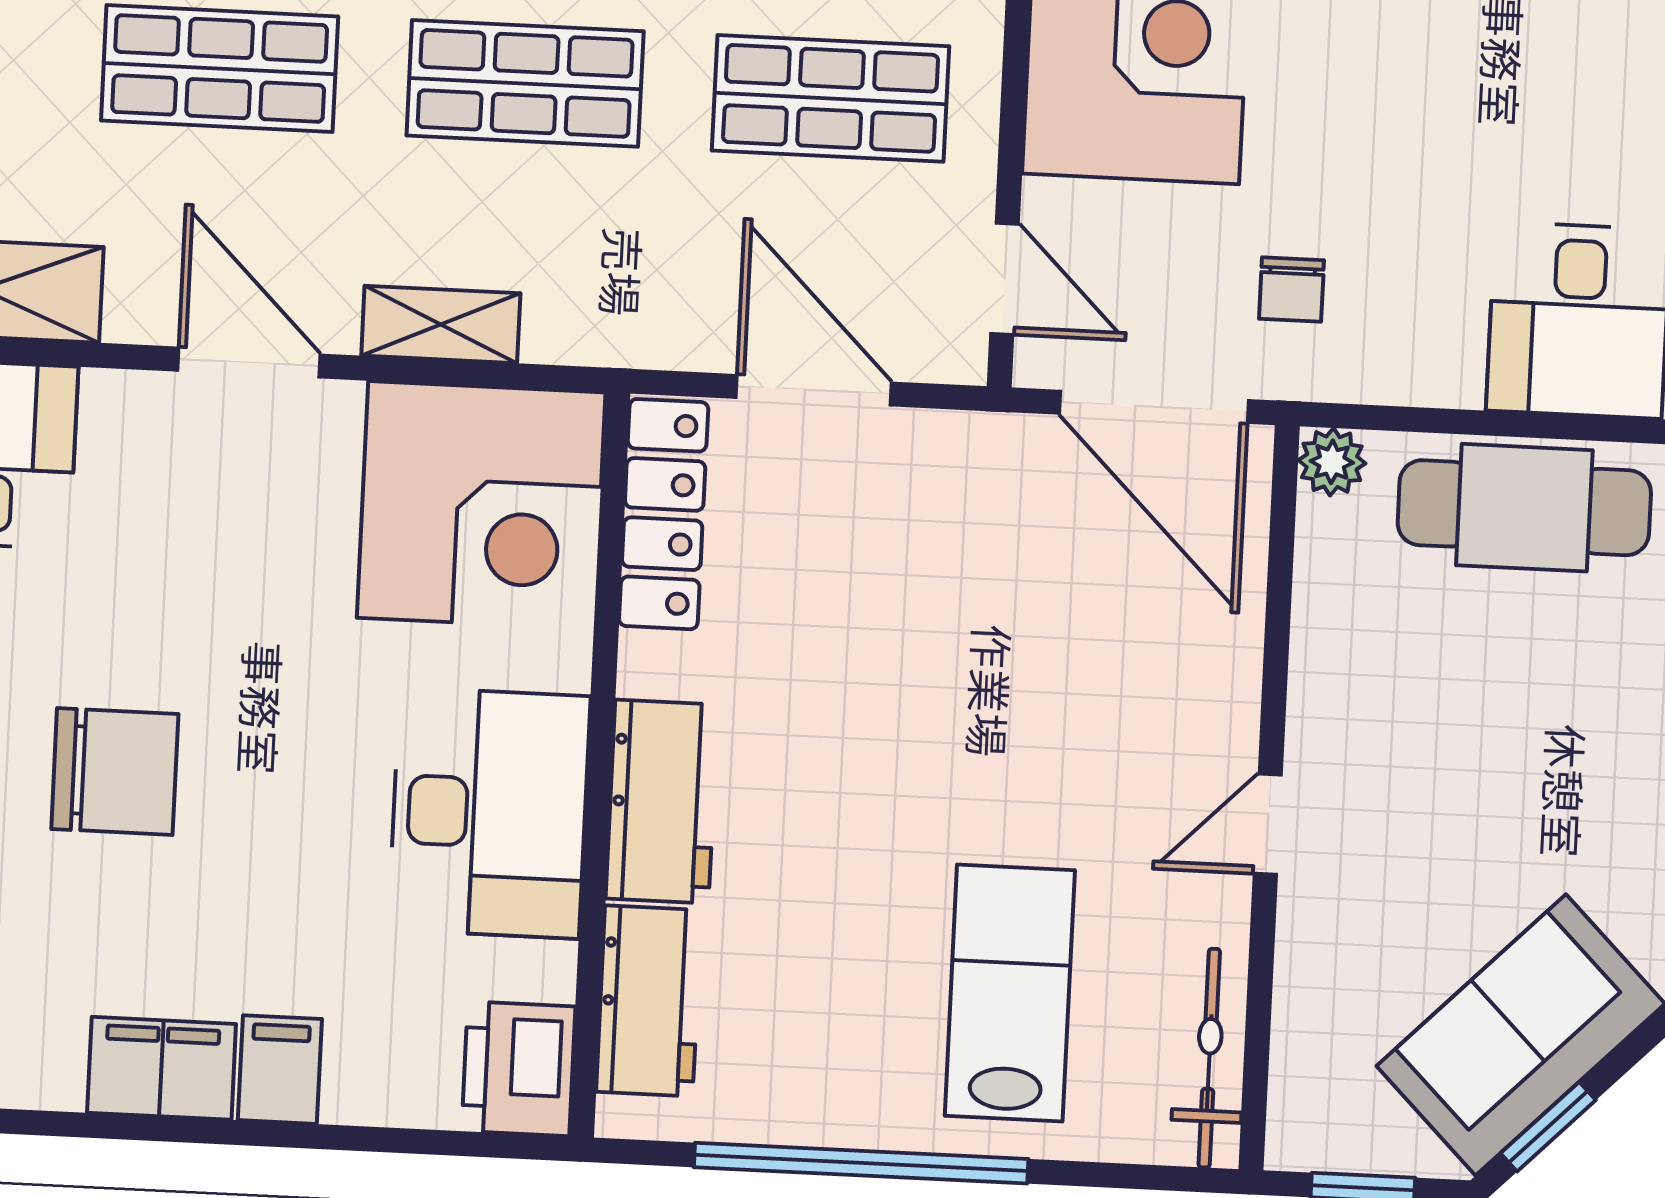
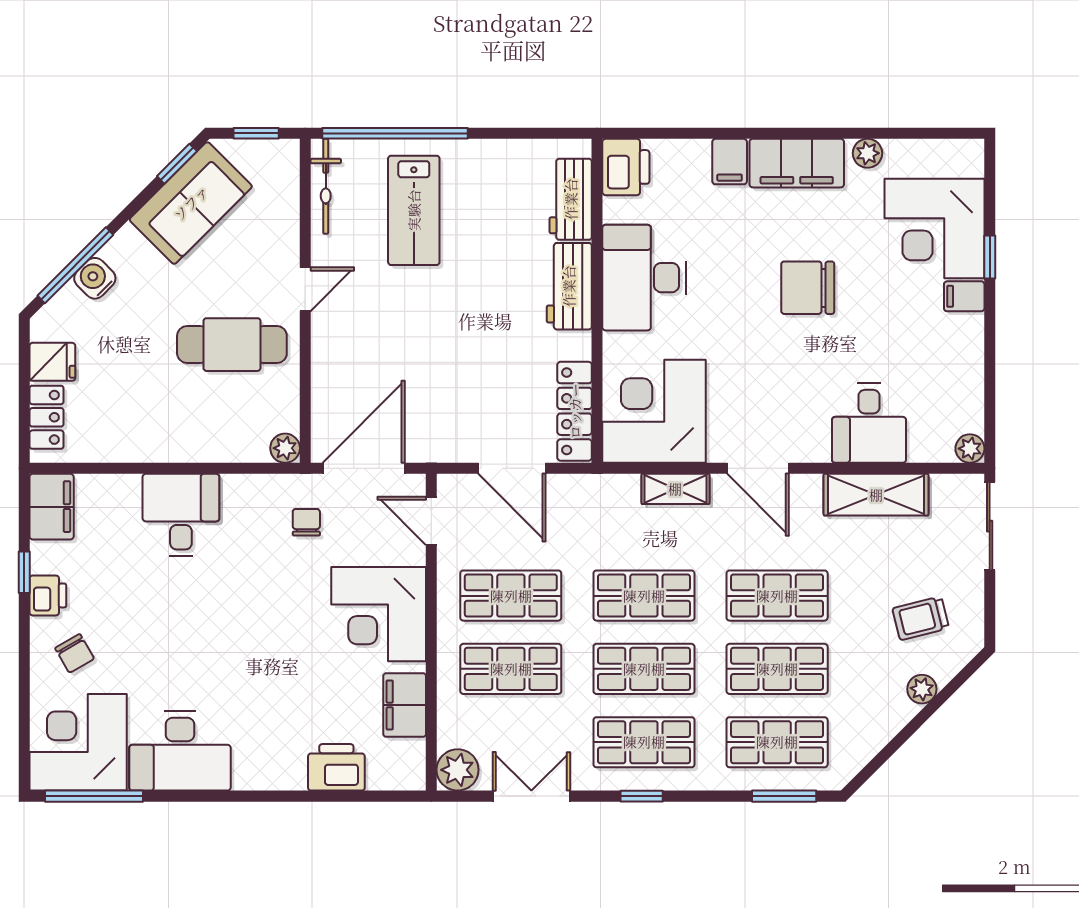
door: (1154, 407) -> (364, 468), hinge flipped
cafe table: (1524, 508) -> (232, 345), moved
filing cabinet: (162, 1068) -> (797, 163), width x1.50, depth x1.17
window: (861, 1163) -> (395, 133), moved

